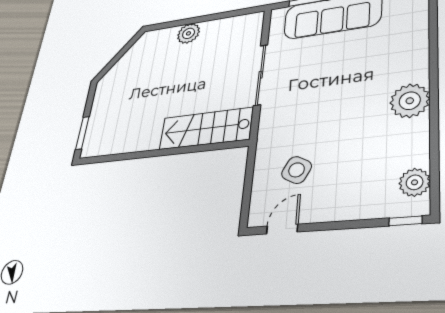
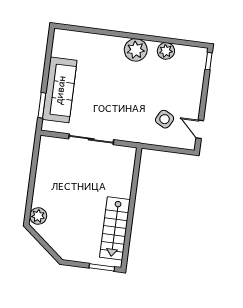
plant: (188, 33) -> (38, 216), moved
stairs: (206, 128) -> (115, 228), moved
plant: (415, 182) -> (166, 51), moved

